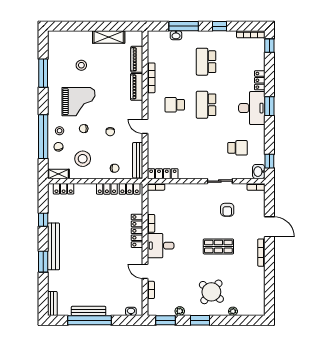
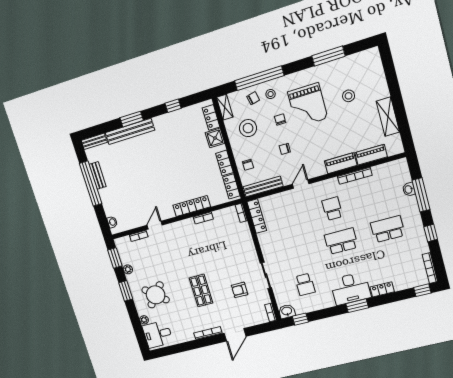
shower: (83, 191) -> (215, 138), added
bench: (54, 246) -> (130, 131), moved
desk: (161, 246) -> (158, 334), moved, turned -90
bench: (89, 311) -> (98, 175), width x0.73

